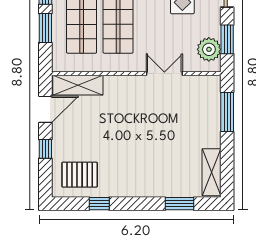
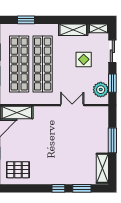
window: (227, 112) -> (112, 140), moved
window: (99, 204) -> (58, 188), moved

